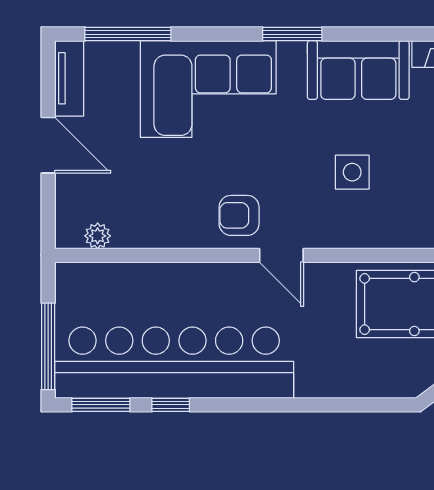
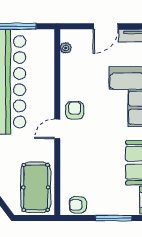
side table: (352, 172) -> (94, 160), removed

